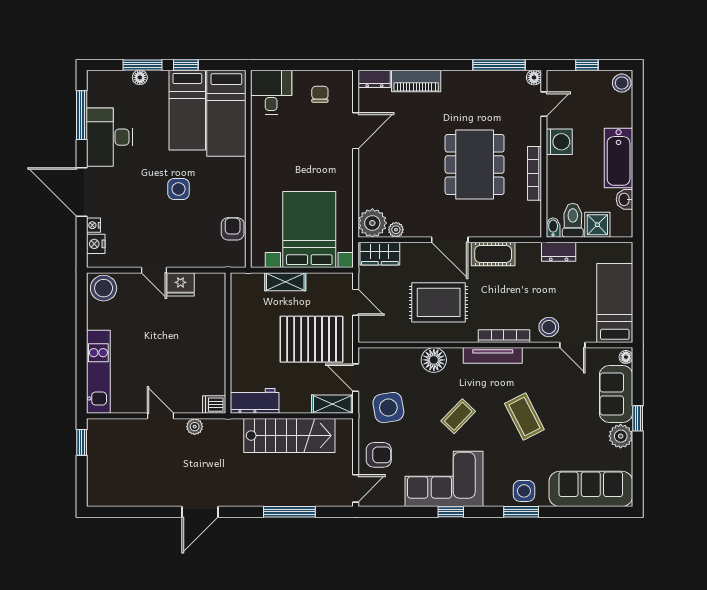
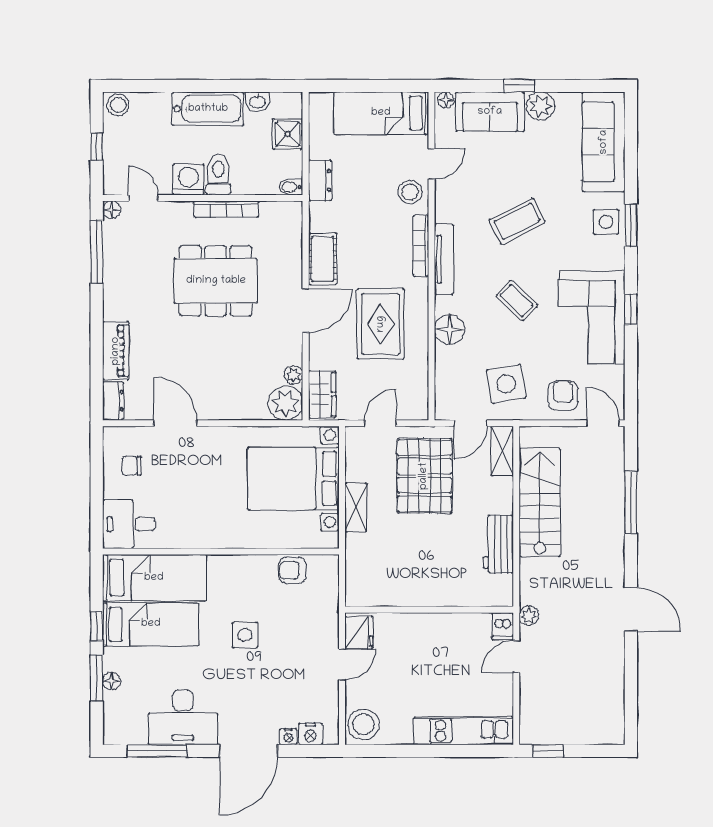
toilet: (573, 220) -> (218, 175), moved, turned 90
wall: (228, 343) -> (429, 610), moved
dishwasher: (214, 405) -> (503, 626), moved

